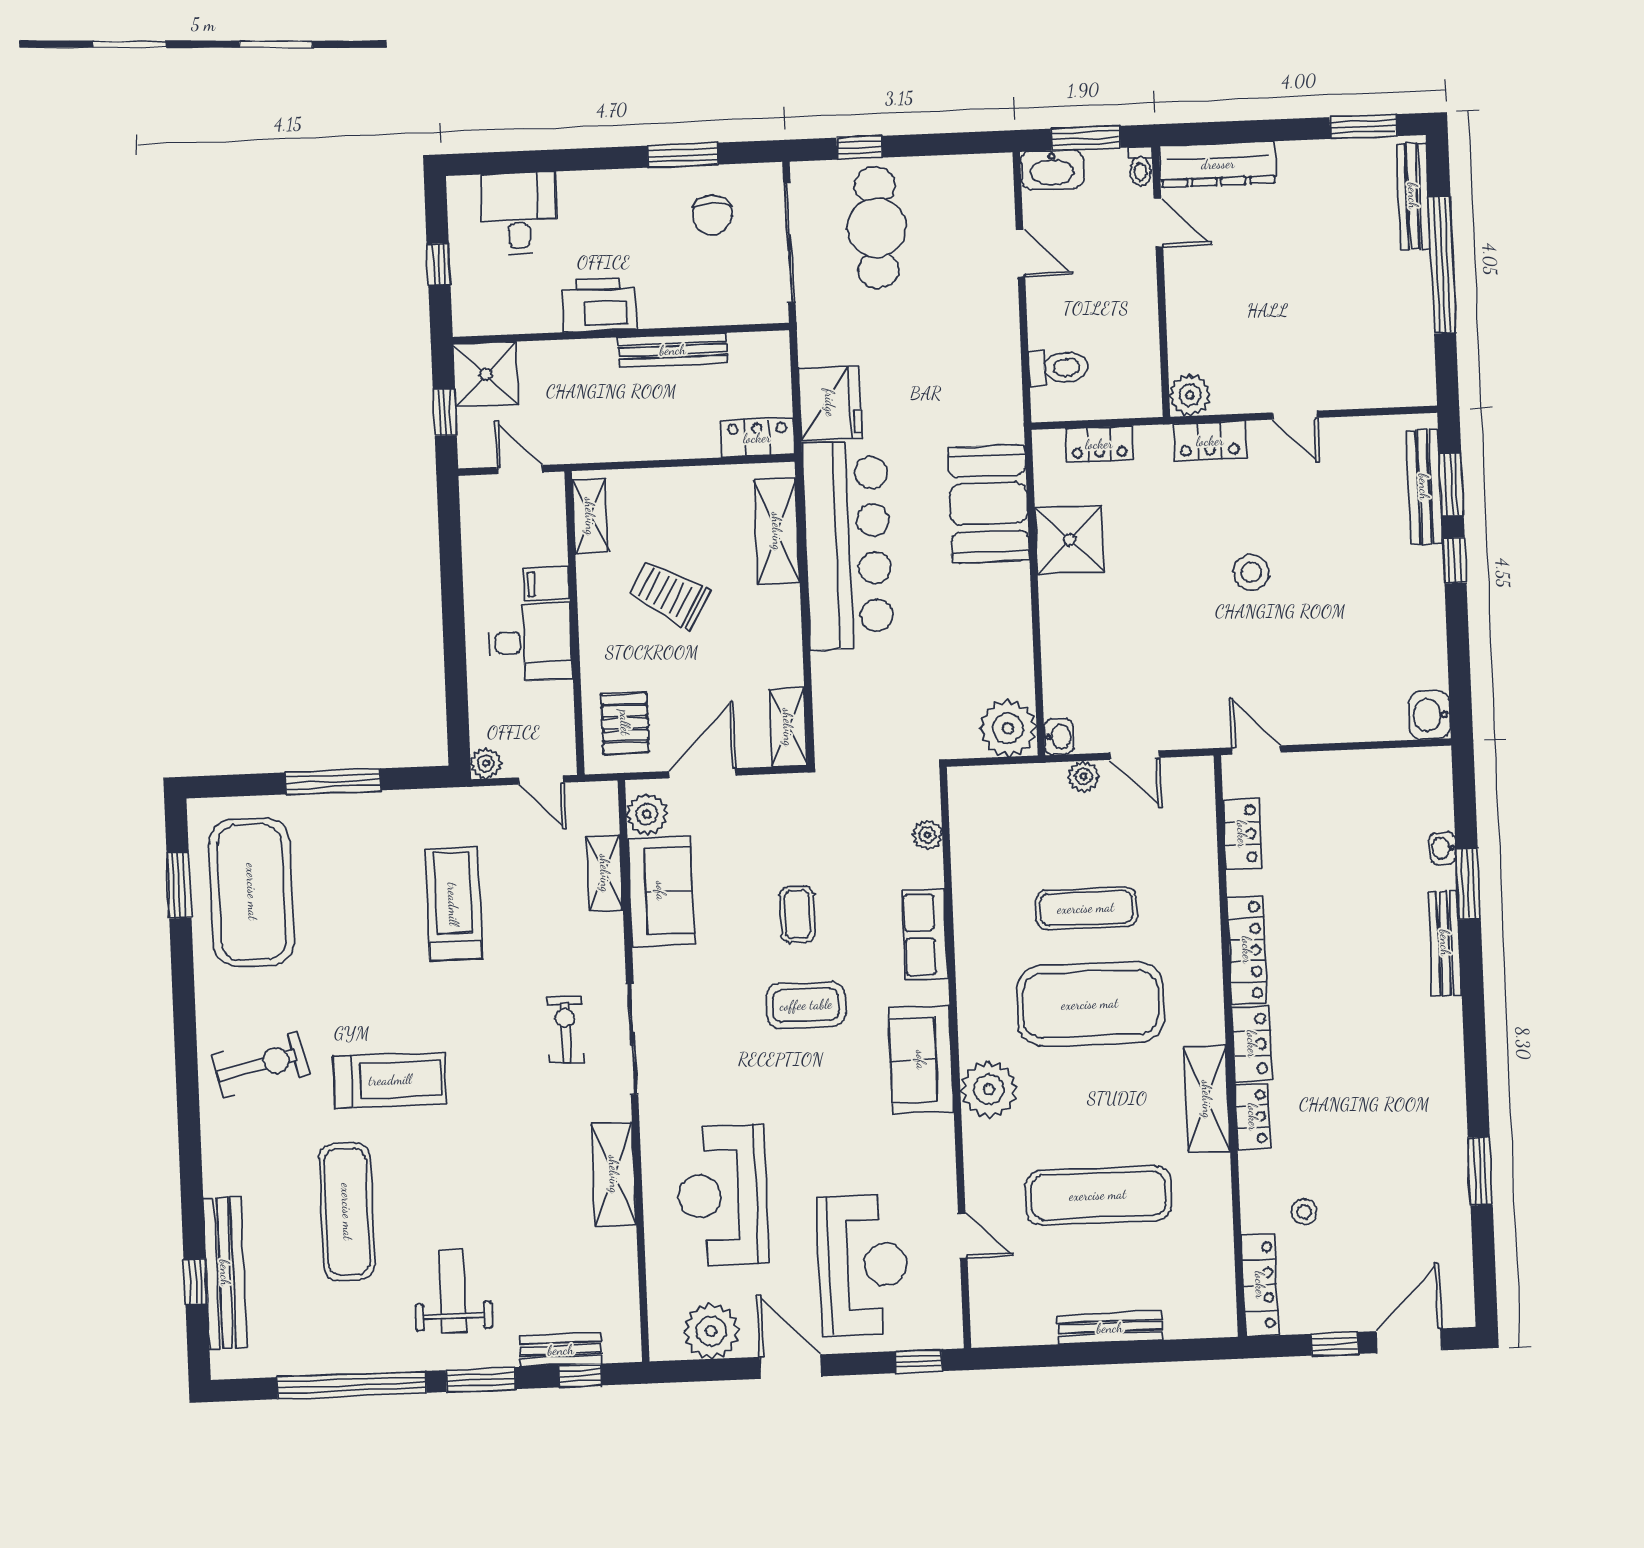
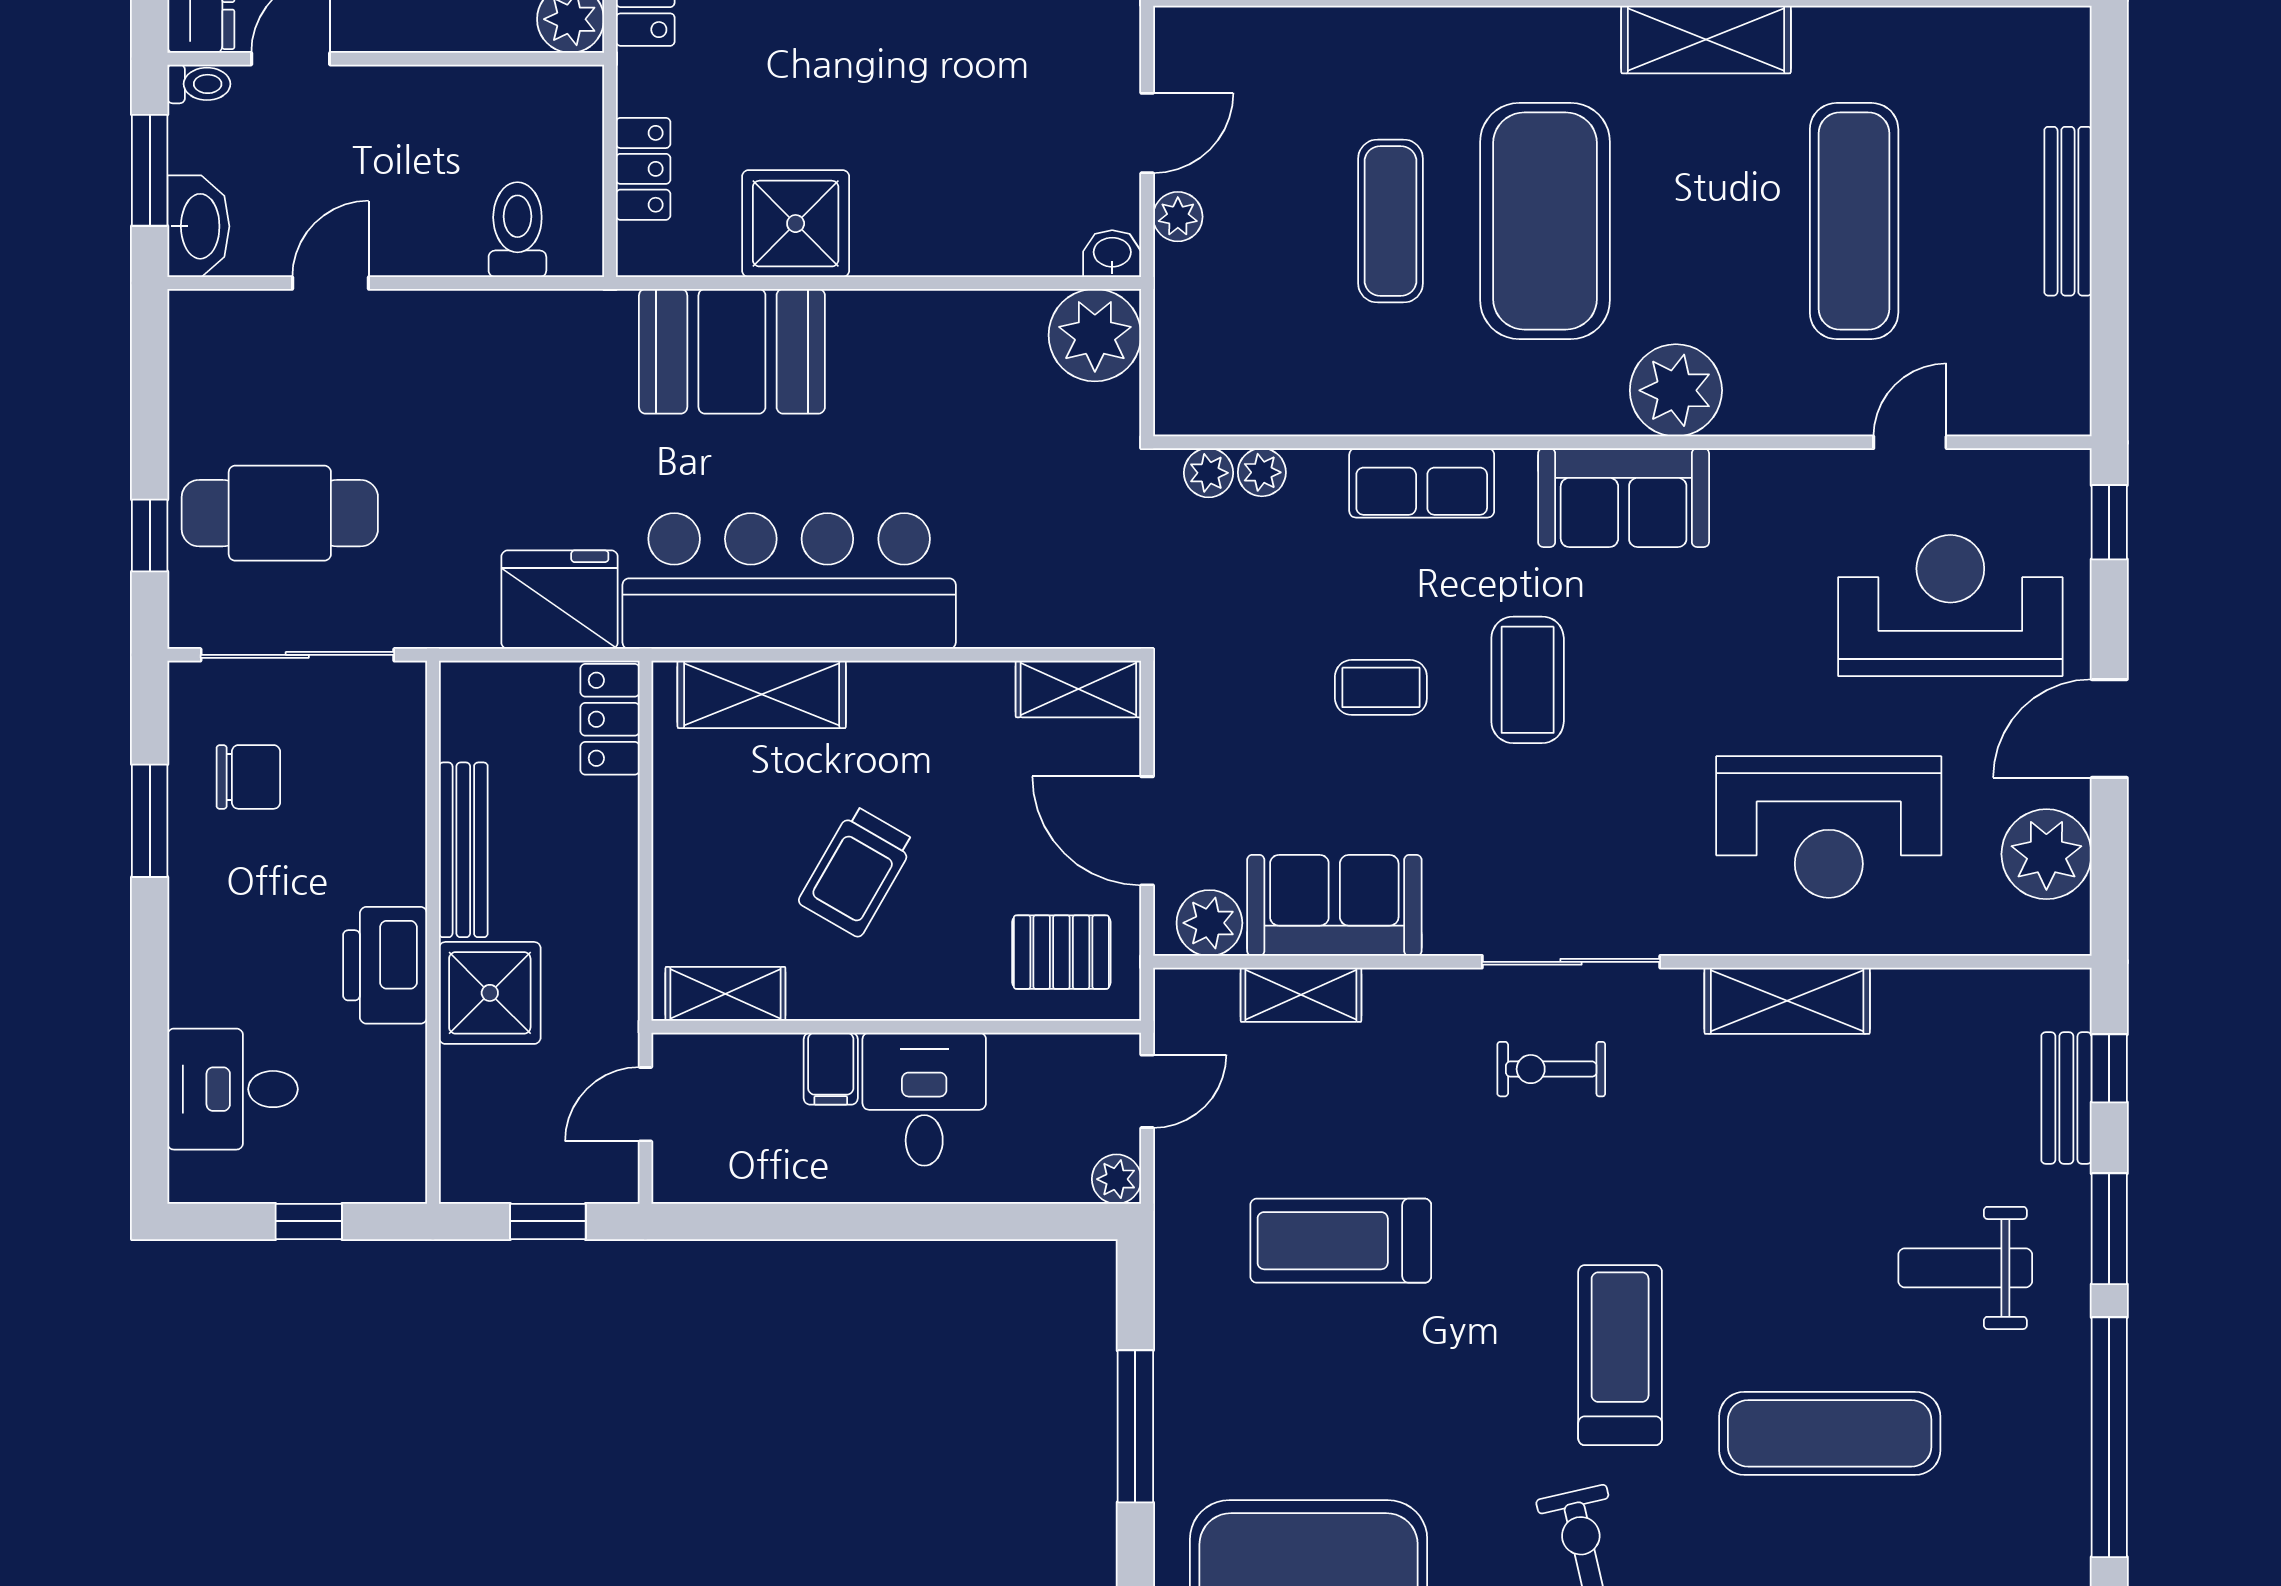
shower: (486, 374) -> (490, 993), moved
plant: (926, 802) -> (1209, 473), added

